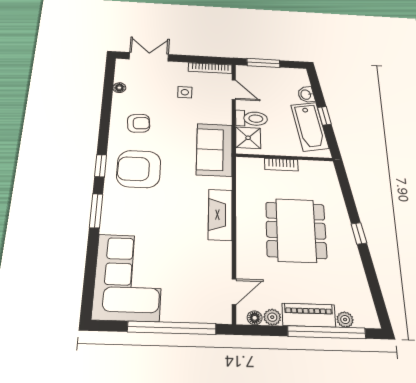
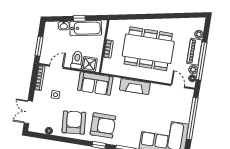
armchair: (139, 123) -> (74, 123), width x1.88, depth x1.88
armchair: (139, 169) -> (103, 125), turned -90
dining table: (296, 230) -> (148, 49), width x1.36, depth x1.24
window: (359, 233) -> (154, 16), removed
window: (327, 332) -> (201, 61), moved

